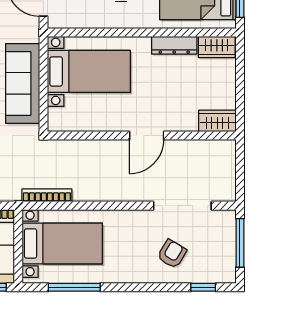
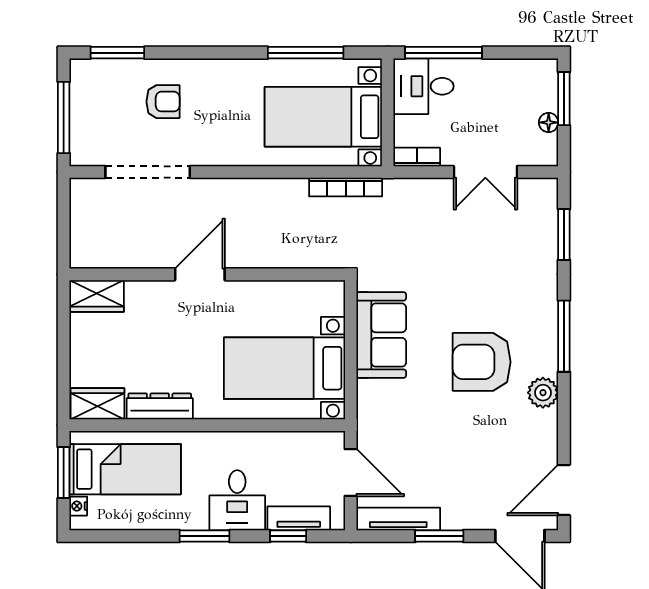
sofa: (23, 84) -> (381, 335), width x0.73
armchair: (172, 254) -> (163, 102), turned -121
window: (203, 287) -> (117, 53), width x1.50

